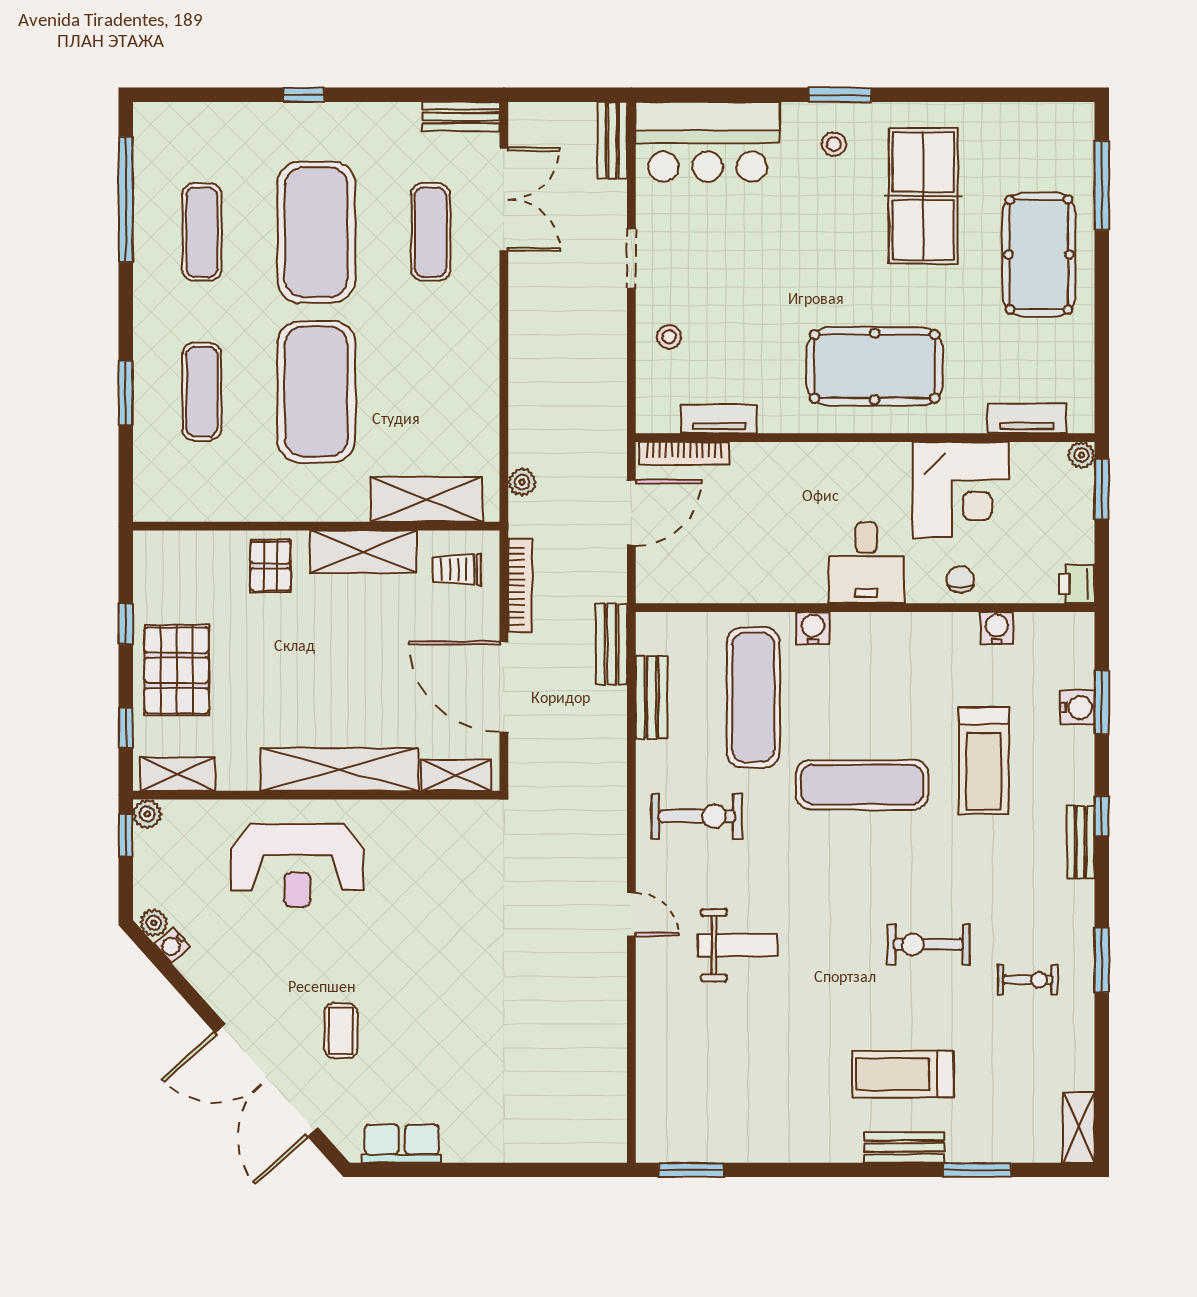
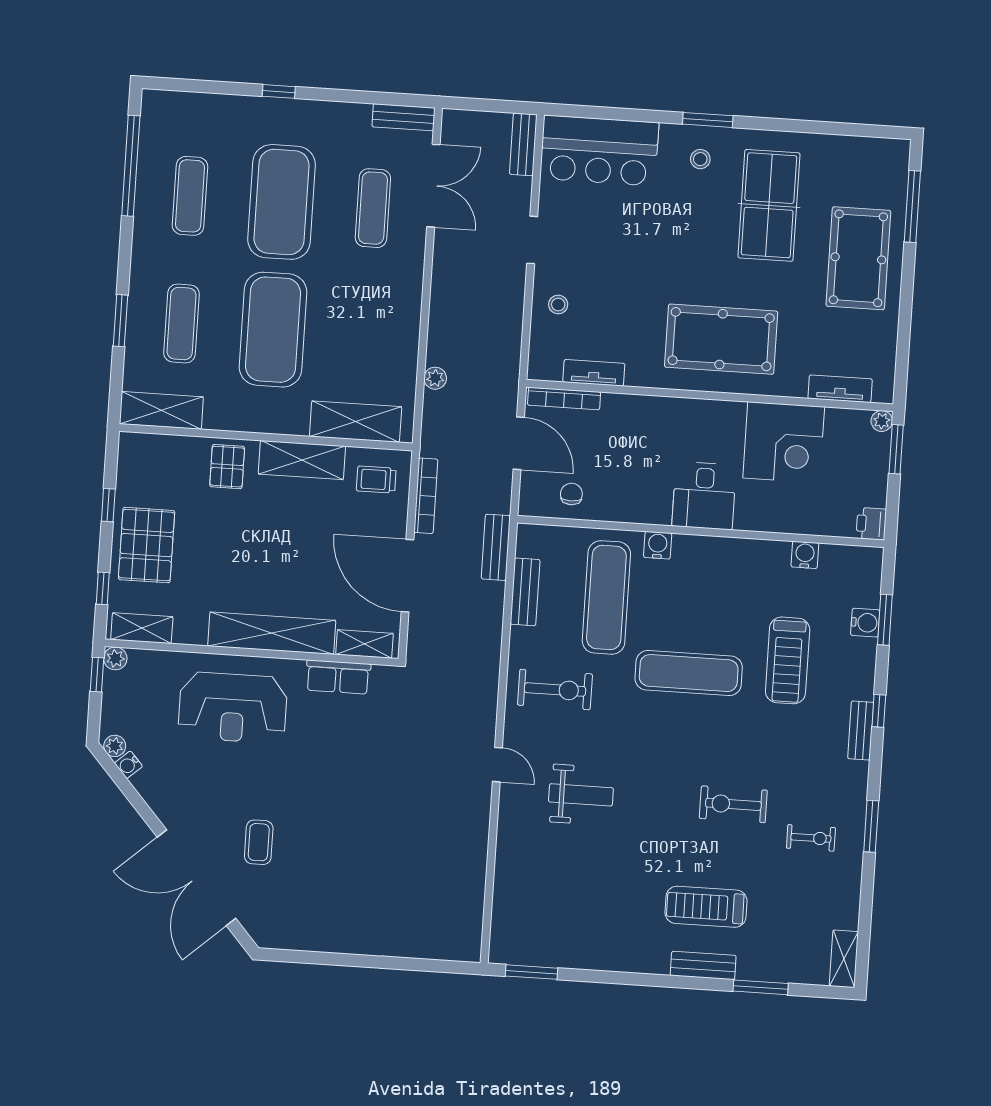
plant: (522, 482) -> (435, 378), moved
shelving: (184, 501) -> (161, 410), added
door: (631, 513) -> (519, 443), hinge flipped
chair: (960, 579) -> (571, 494), moved
row of seats: (402, 1144) -> (338, 677), moved, turned 180

